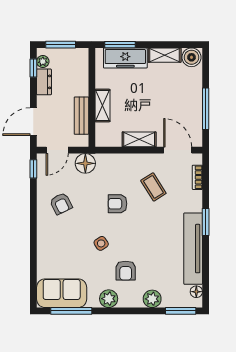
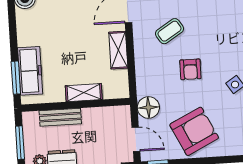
shelving: (165, 55) -> (24, 28), removed
bench: (81, 116) -> (60, 117), moved
armchair: (61, 204) -> (194, 131), width x1.88, depth x1.88

